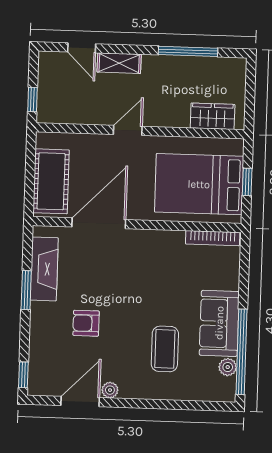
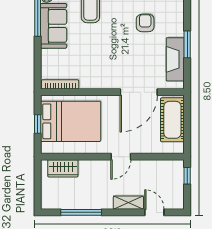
armchair: (86, 323) -> (145, 23), turned -90

